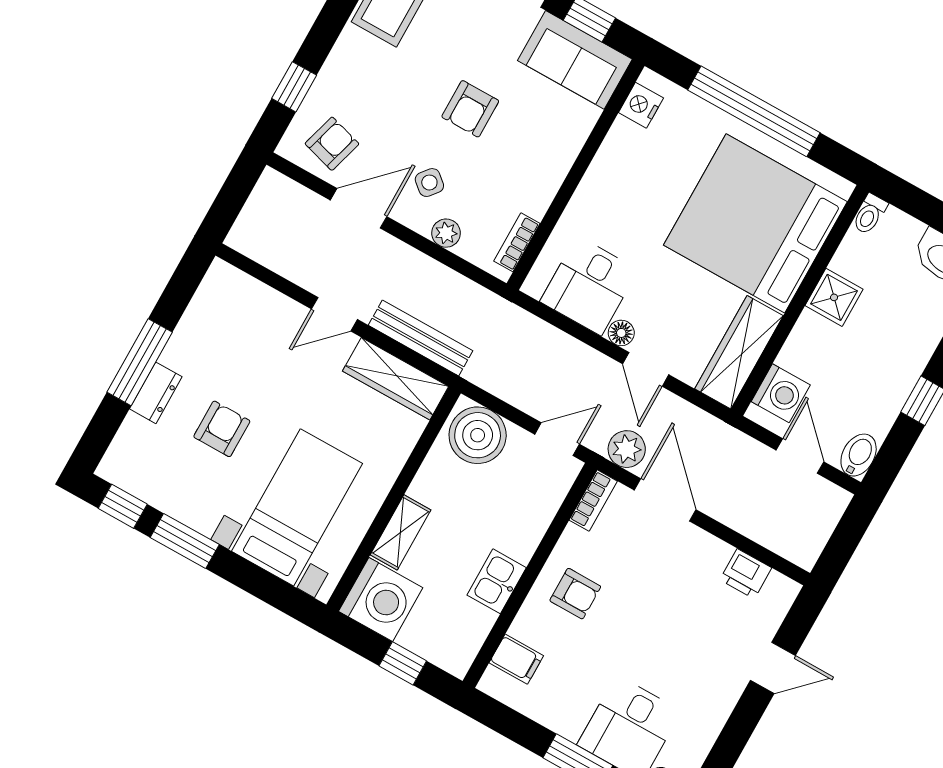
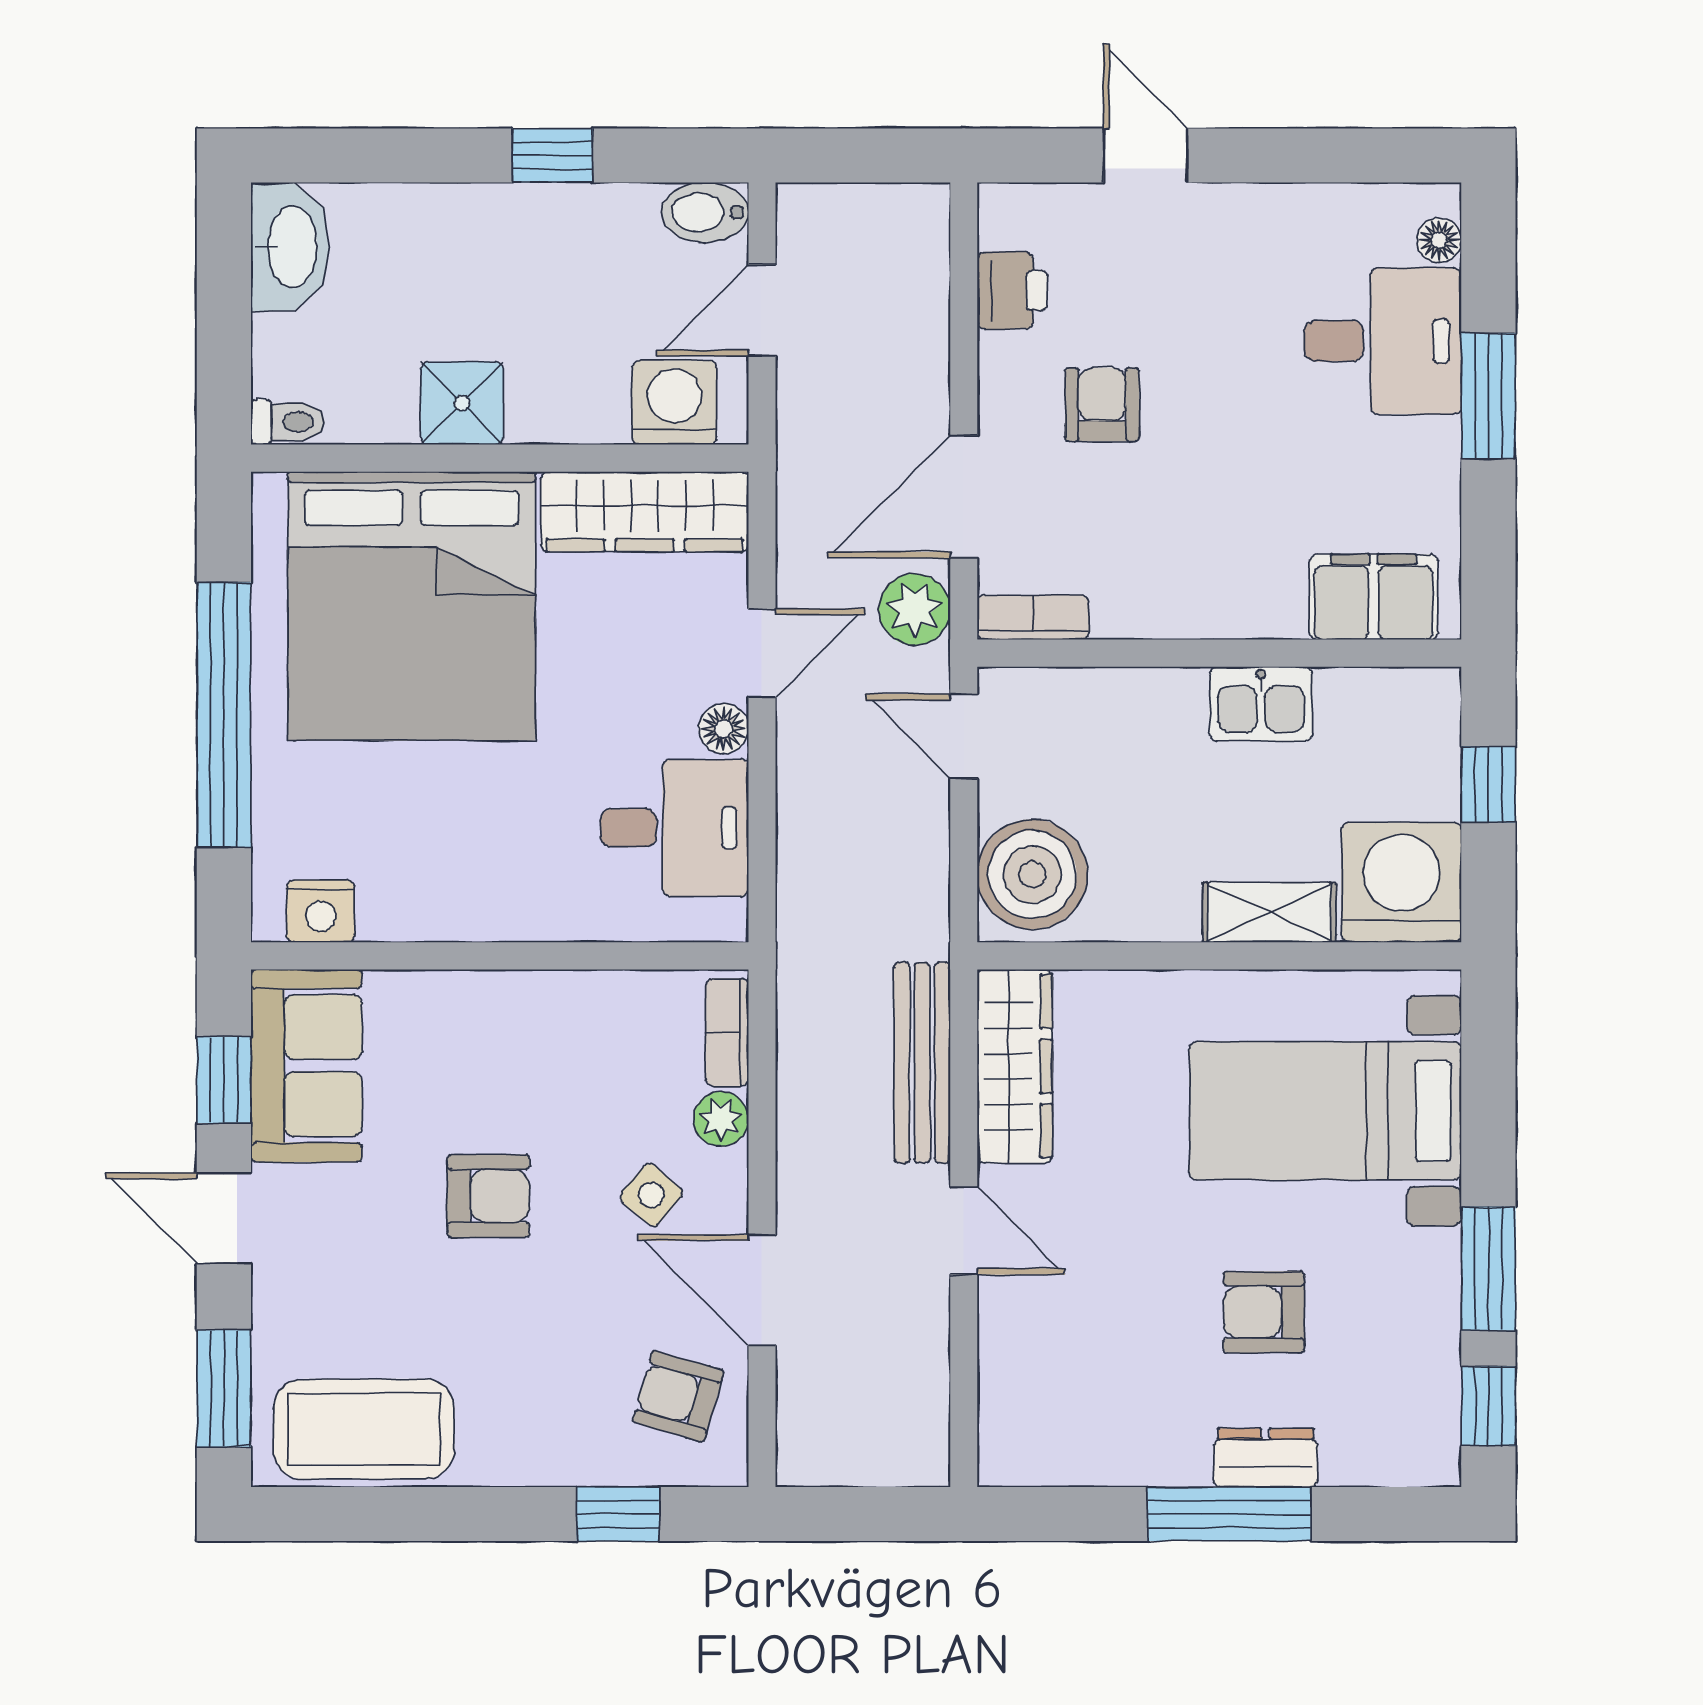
bookcase: (517, 242) -> (727, 1032), moved, turned 90
armchair: (575, 594) -> (1102, 405), moved
filing cabinet: (516, 659) -> (1374, 597), width x2.00

